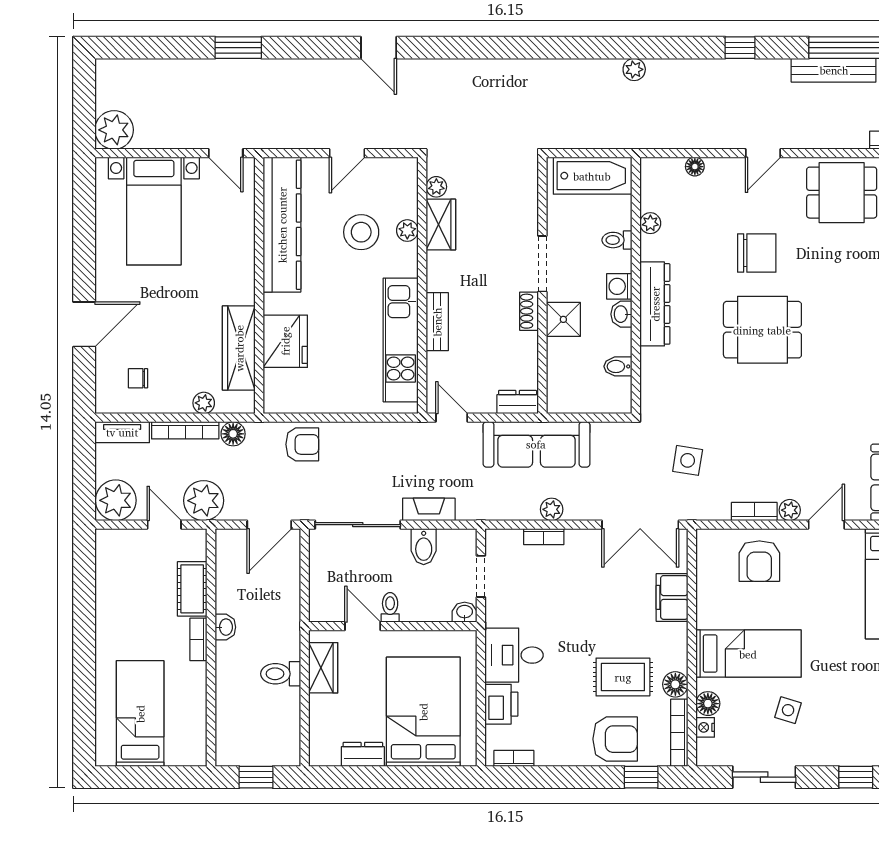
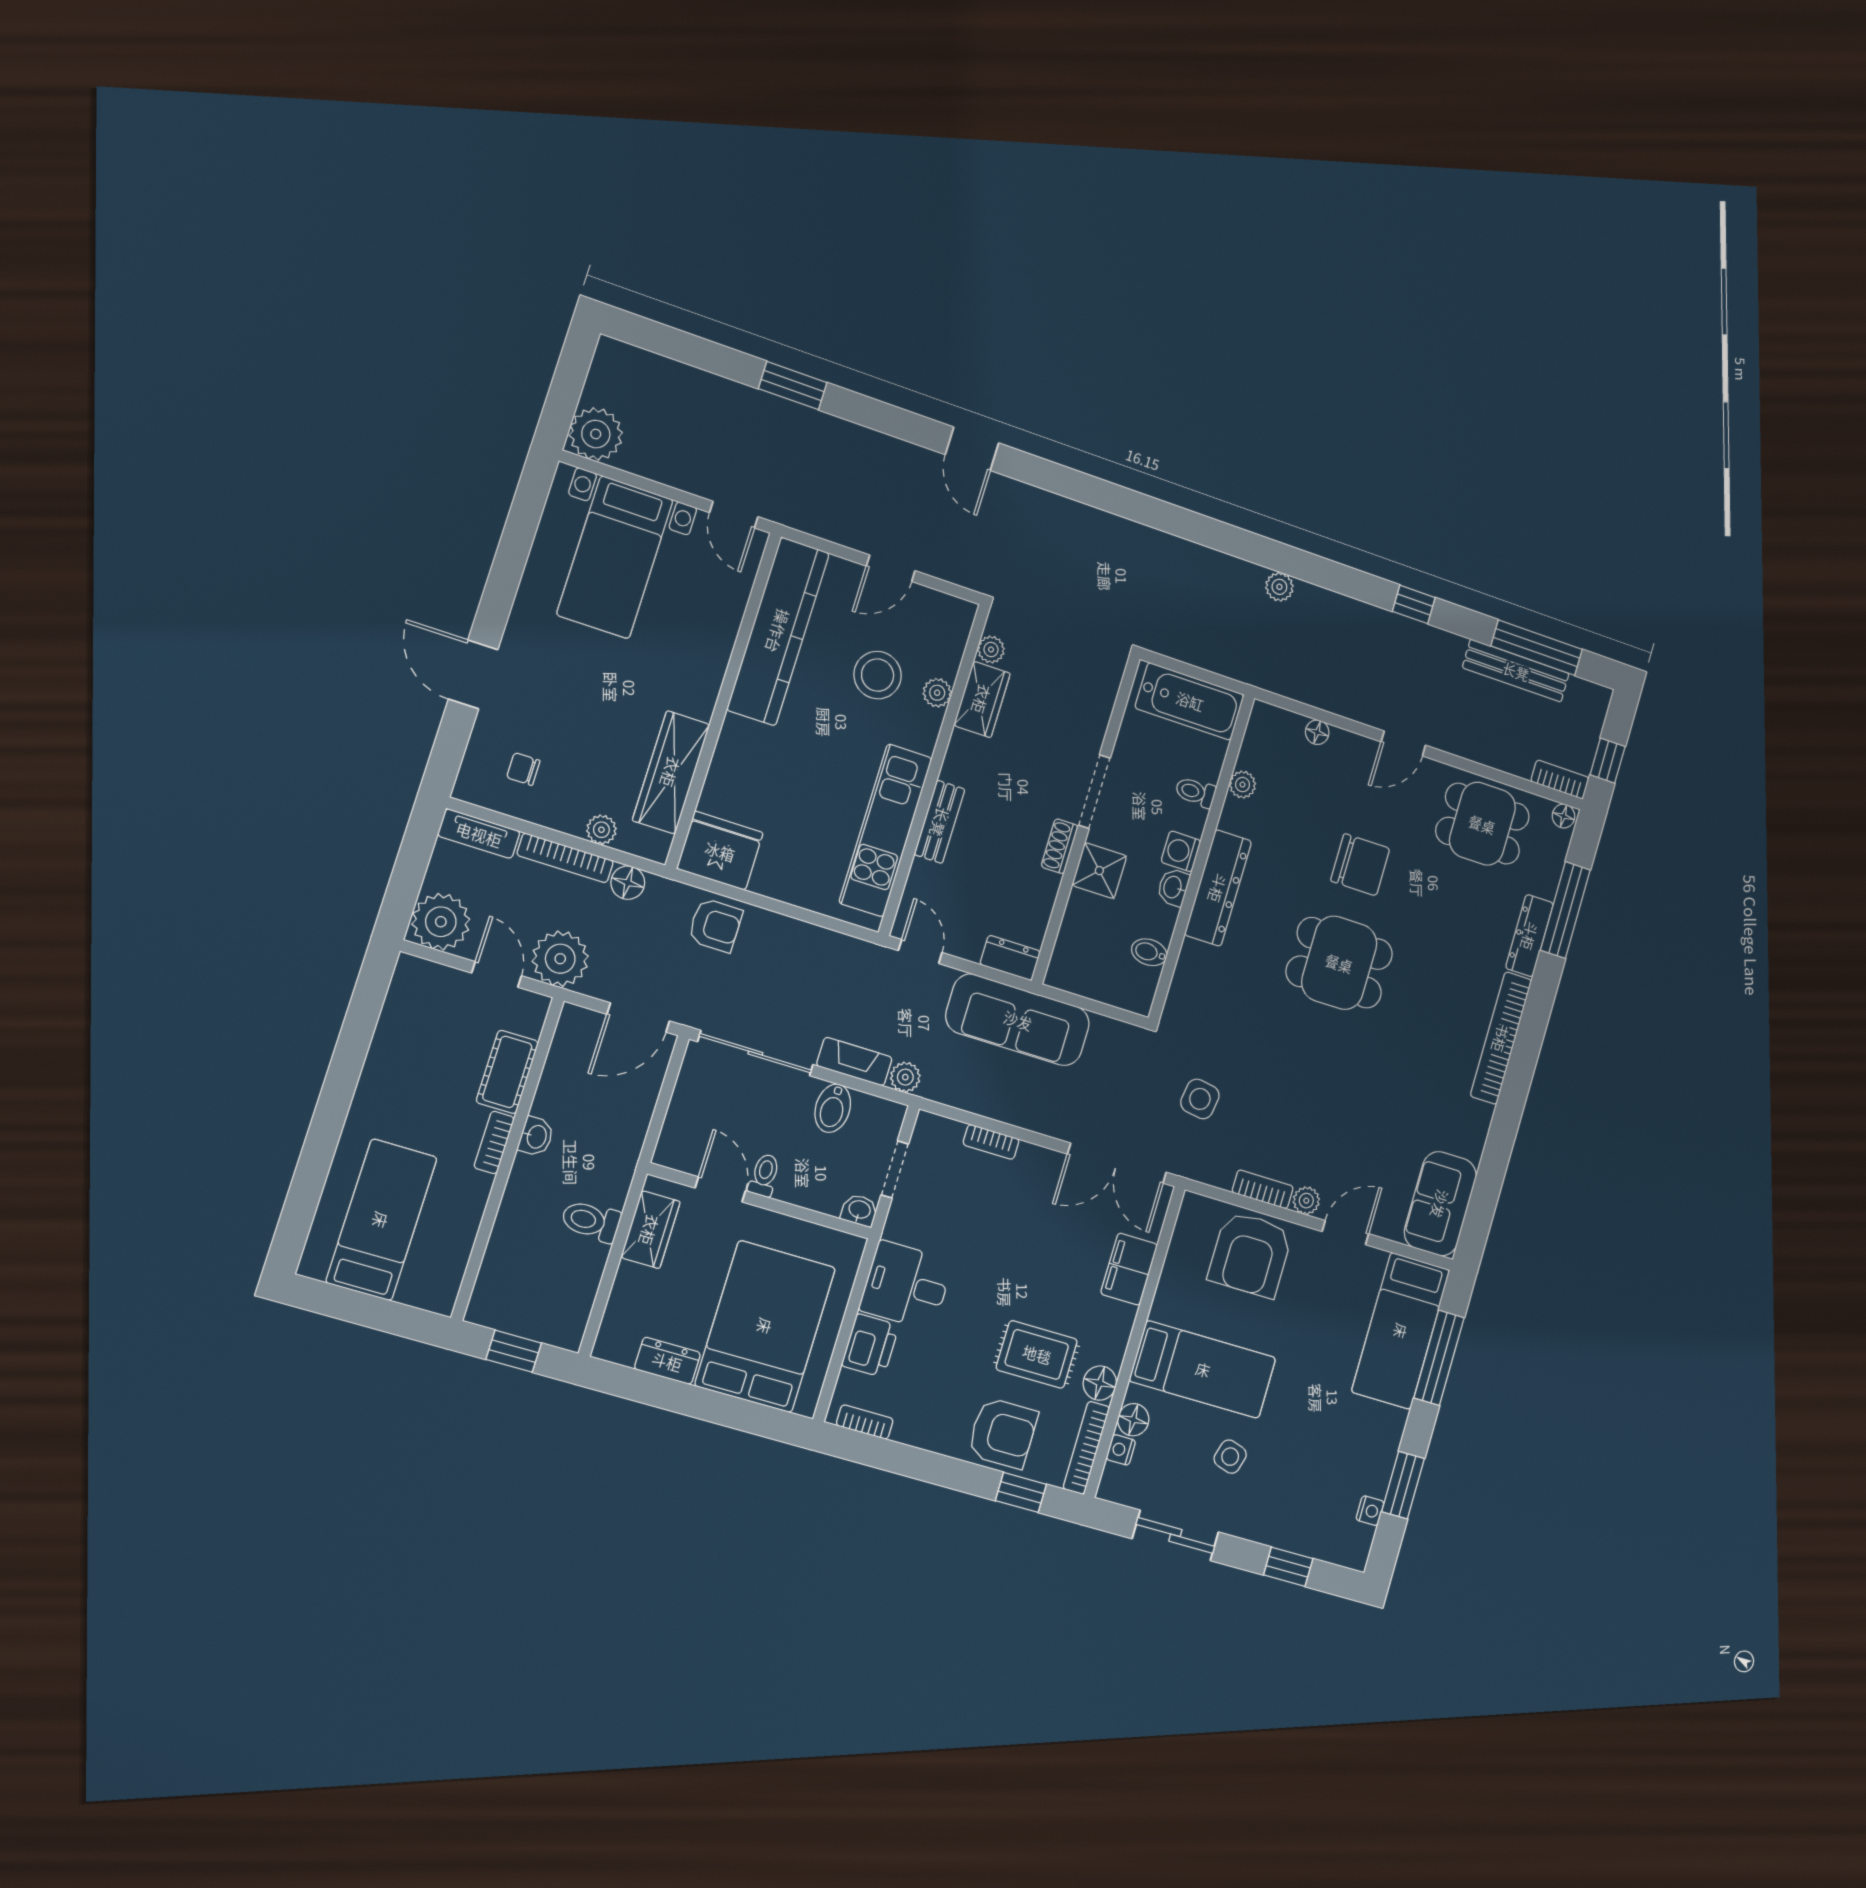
door: (84, 324) -> (473, 674), swing flipped
fridge: (285, 341) -> (720, 851), moved, turned -90
plant: (552, 509) -> (905, 1077), moved
armchair: (759, 561) -> (1250, 1254), width x1.36, depth x1.36

